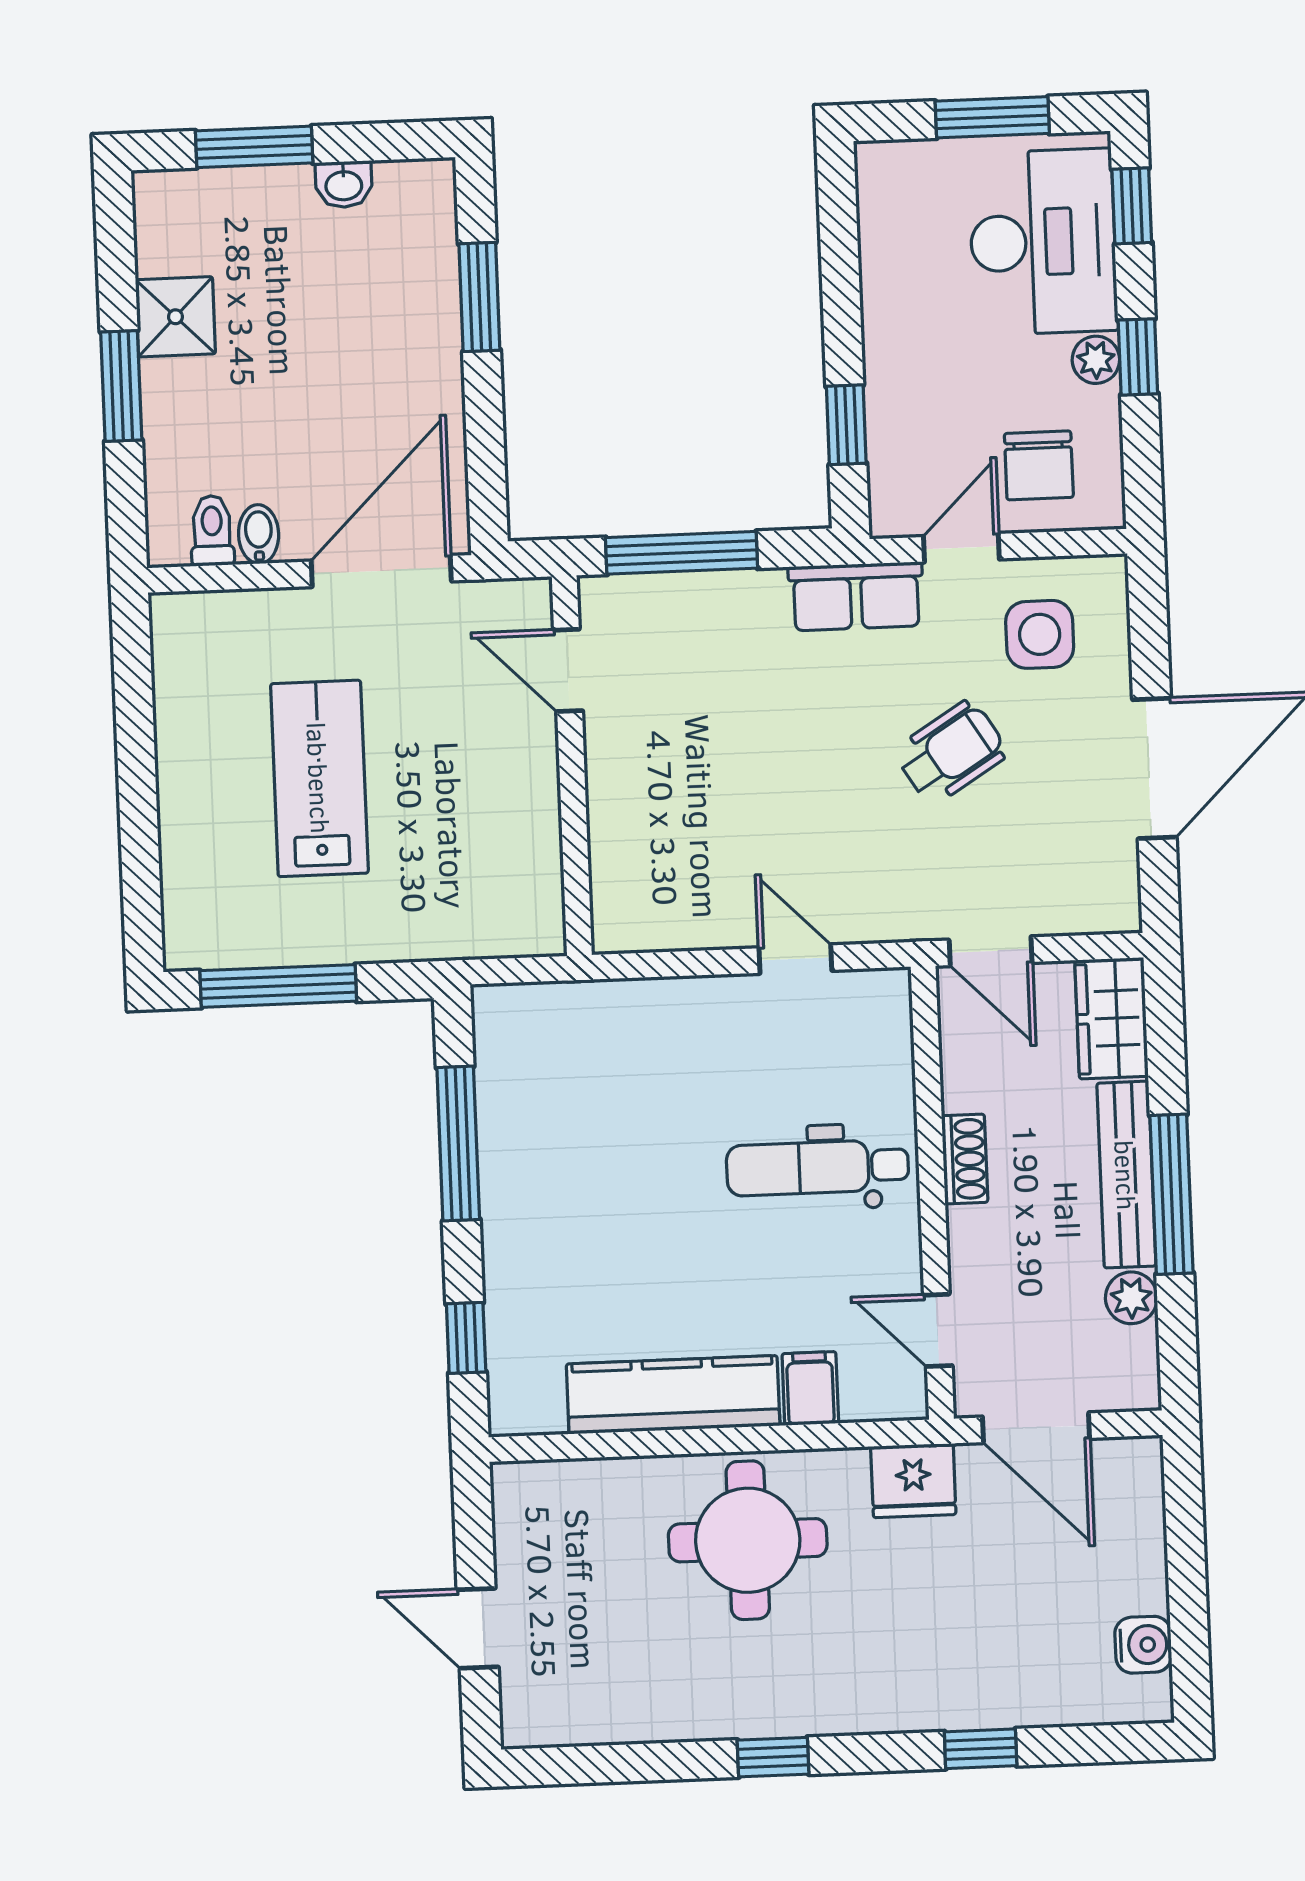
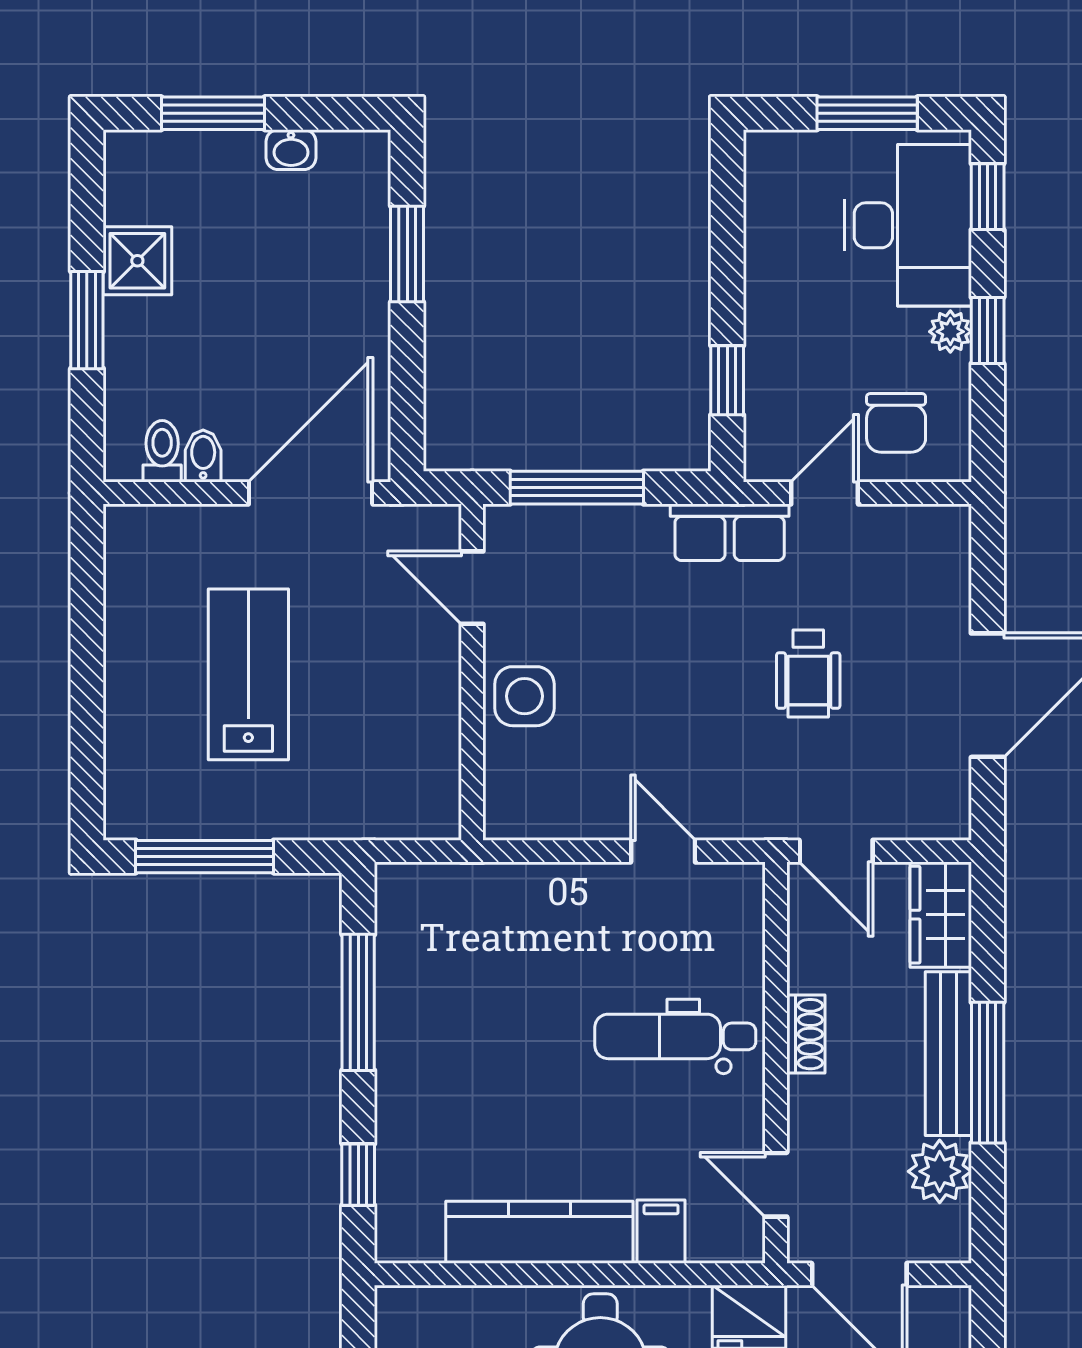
side table: (1040, 634) -> (524, 696), moved
wheelchair: (951, 752) -> (808, 674), turned 122
plant: (1131, 1298) -> (940, 1171), width x1.38, depth x1.38

